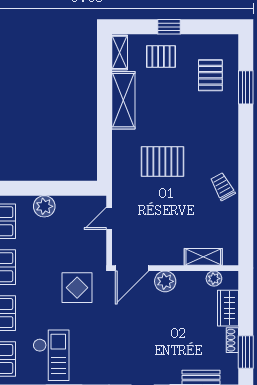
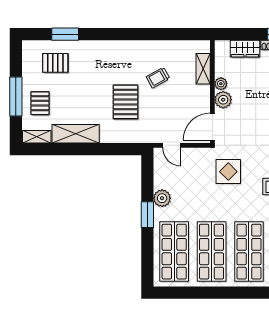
window: (169, 27) -> (16, 97), width x2.17
trolley: (223, 187) -> (158, 78), moved
window: (24, 188) -> (147, 215), added
door: (132, 268) -> (212, 127), swing flipped
plant: (214, 279) -> (221, 84), moved

